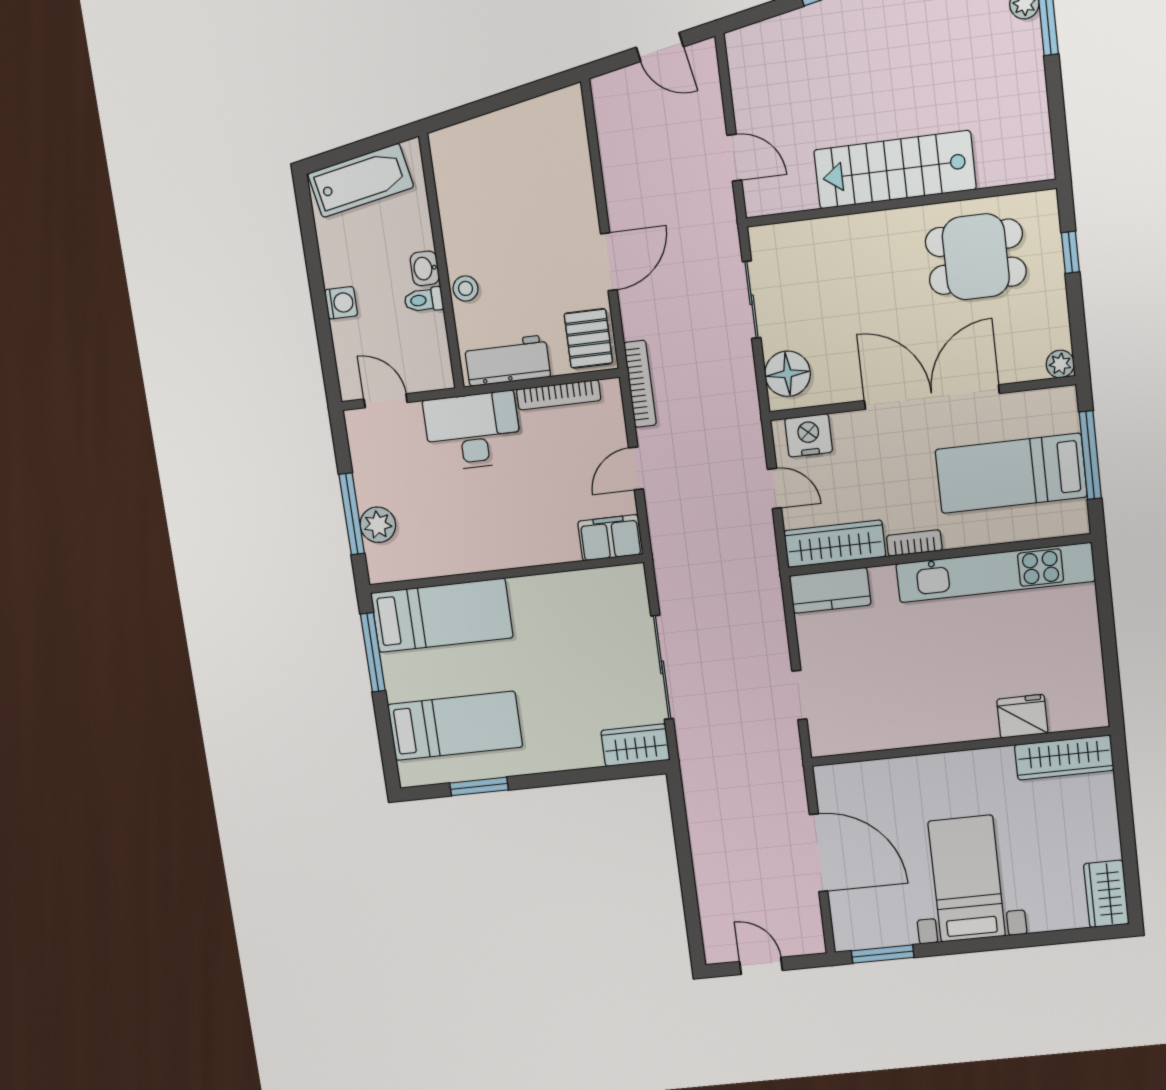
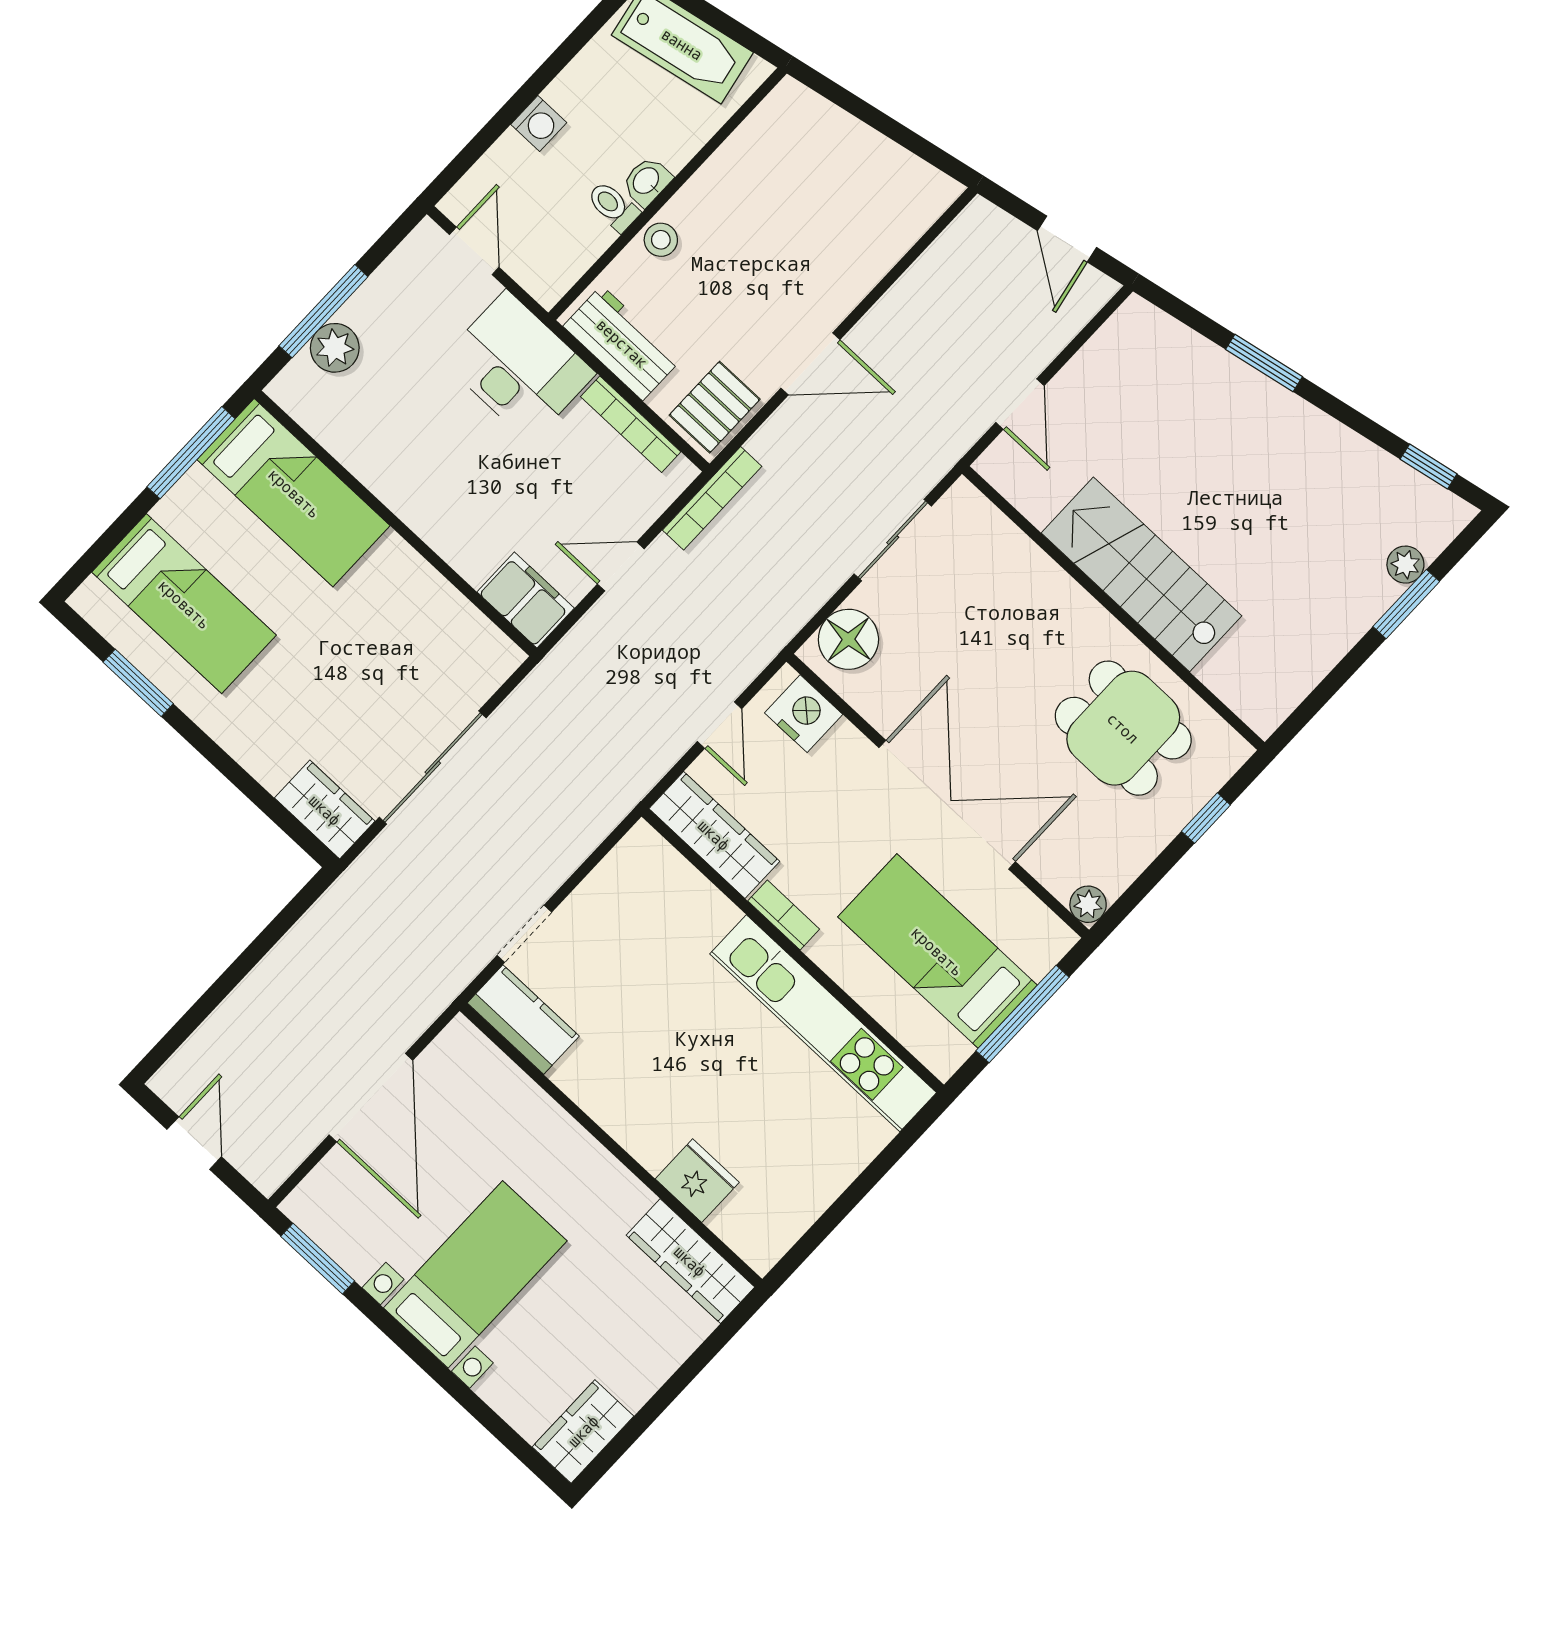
kitchen counter: (830, 590) -> (523, 1020), moved, turned 180

